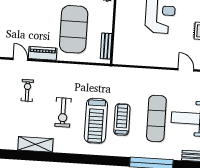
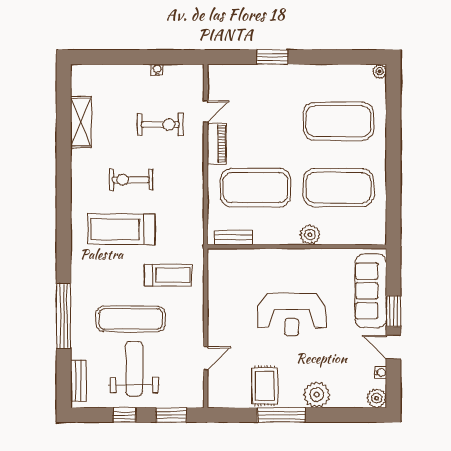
exercise bike: (27, 90) -> (160, 125), width x1.38, depth x1.39
treadmill: (122, 120) -> (168, 275), moved
shelving: (35, 144) -> (81, 122), moved

